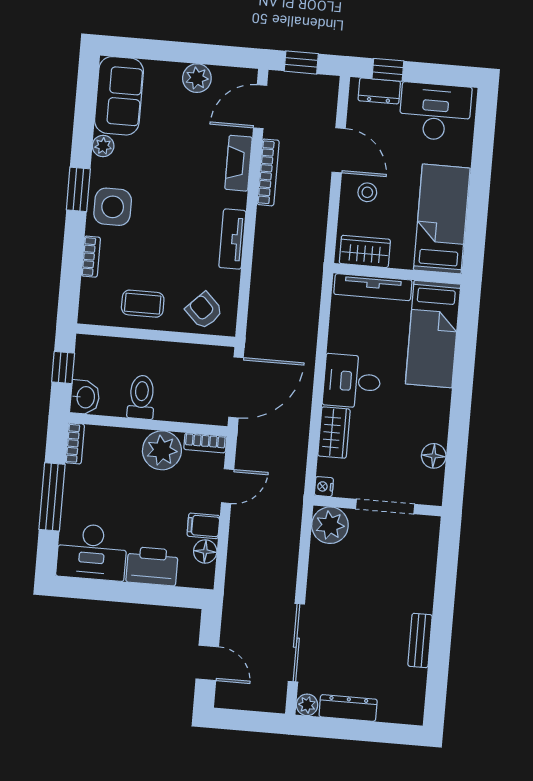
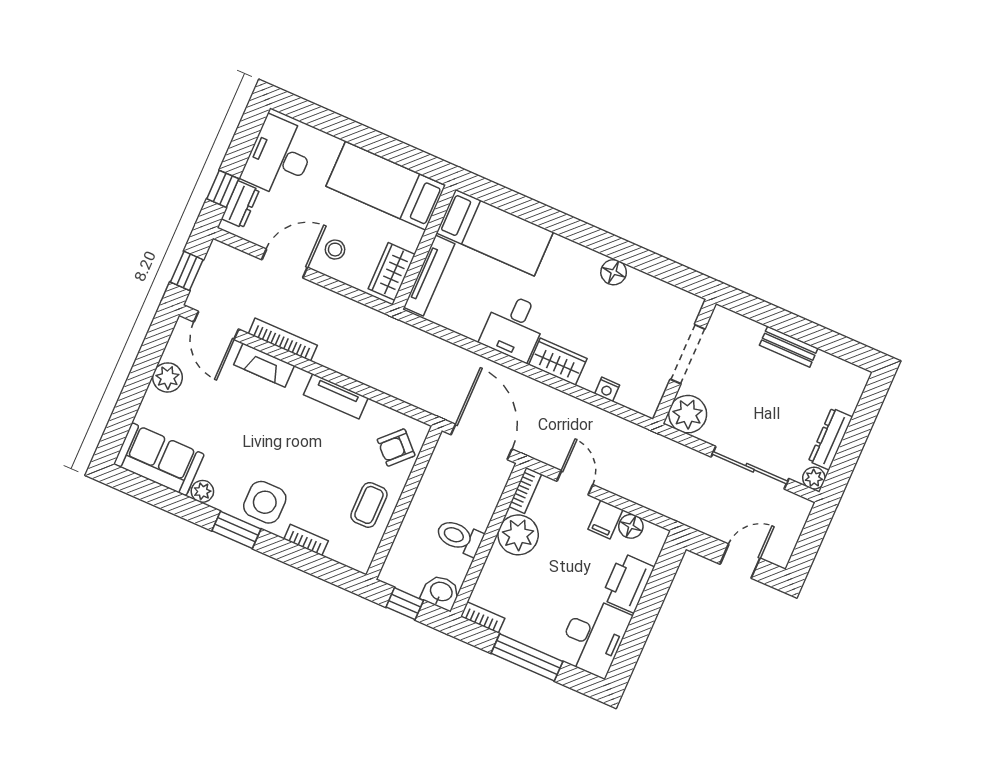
wall: (378, 506) -> (685, 361), moved
doorway: (385, 506) -> (688, 354), moved
plant: (330, 525) -> (688, 414), moved

